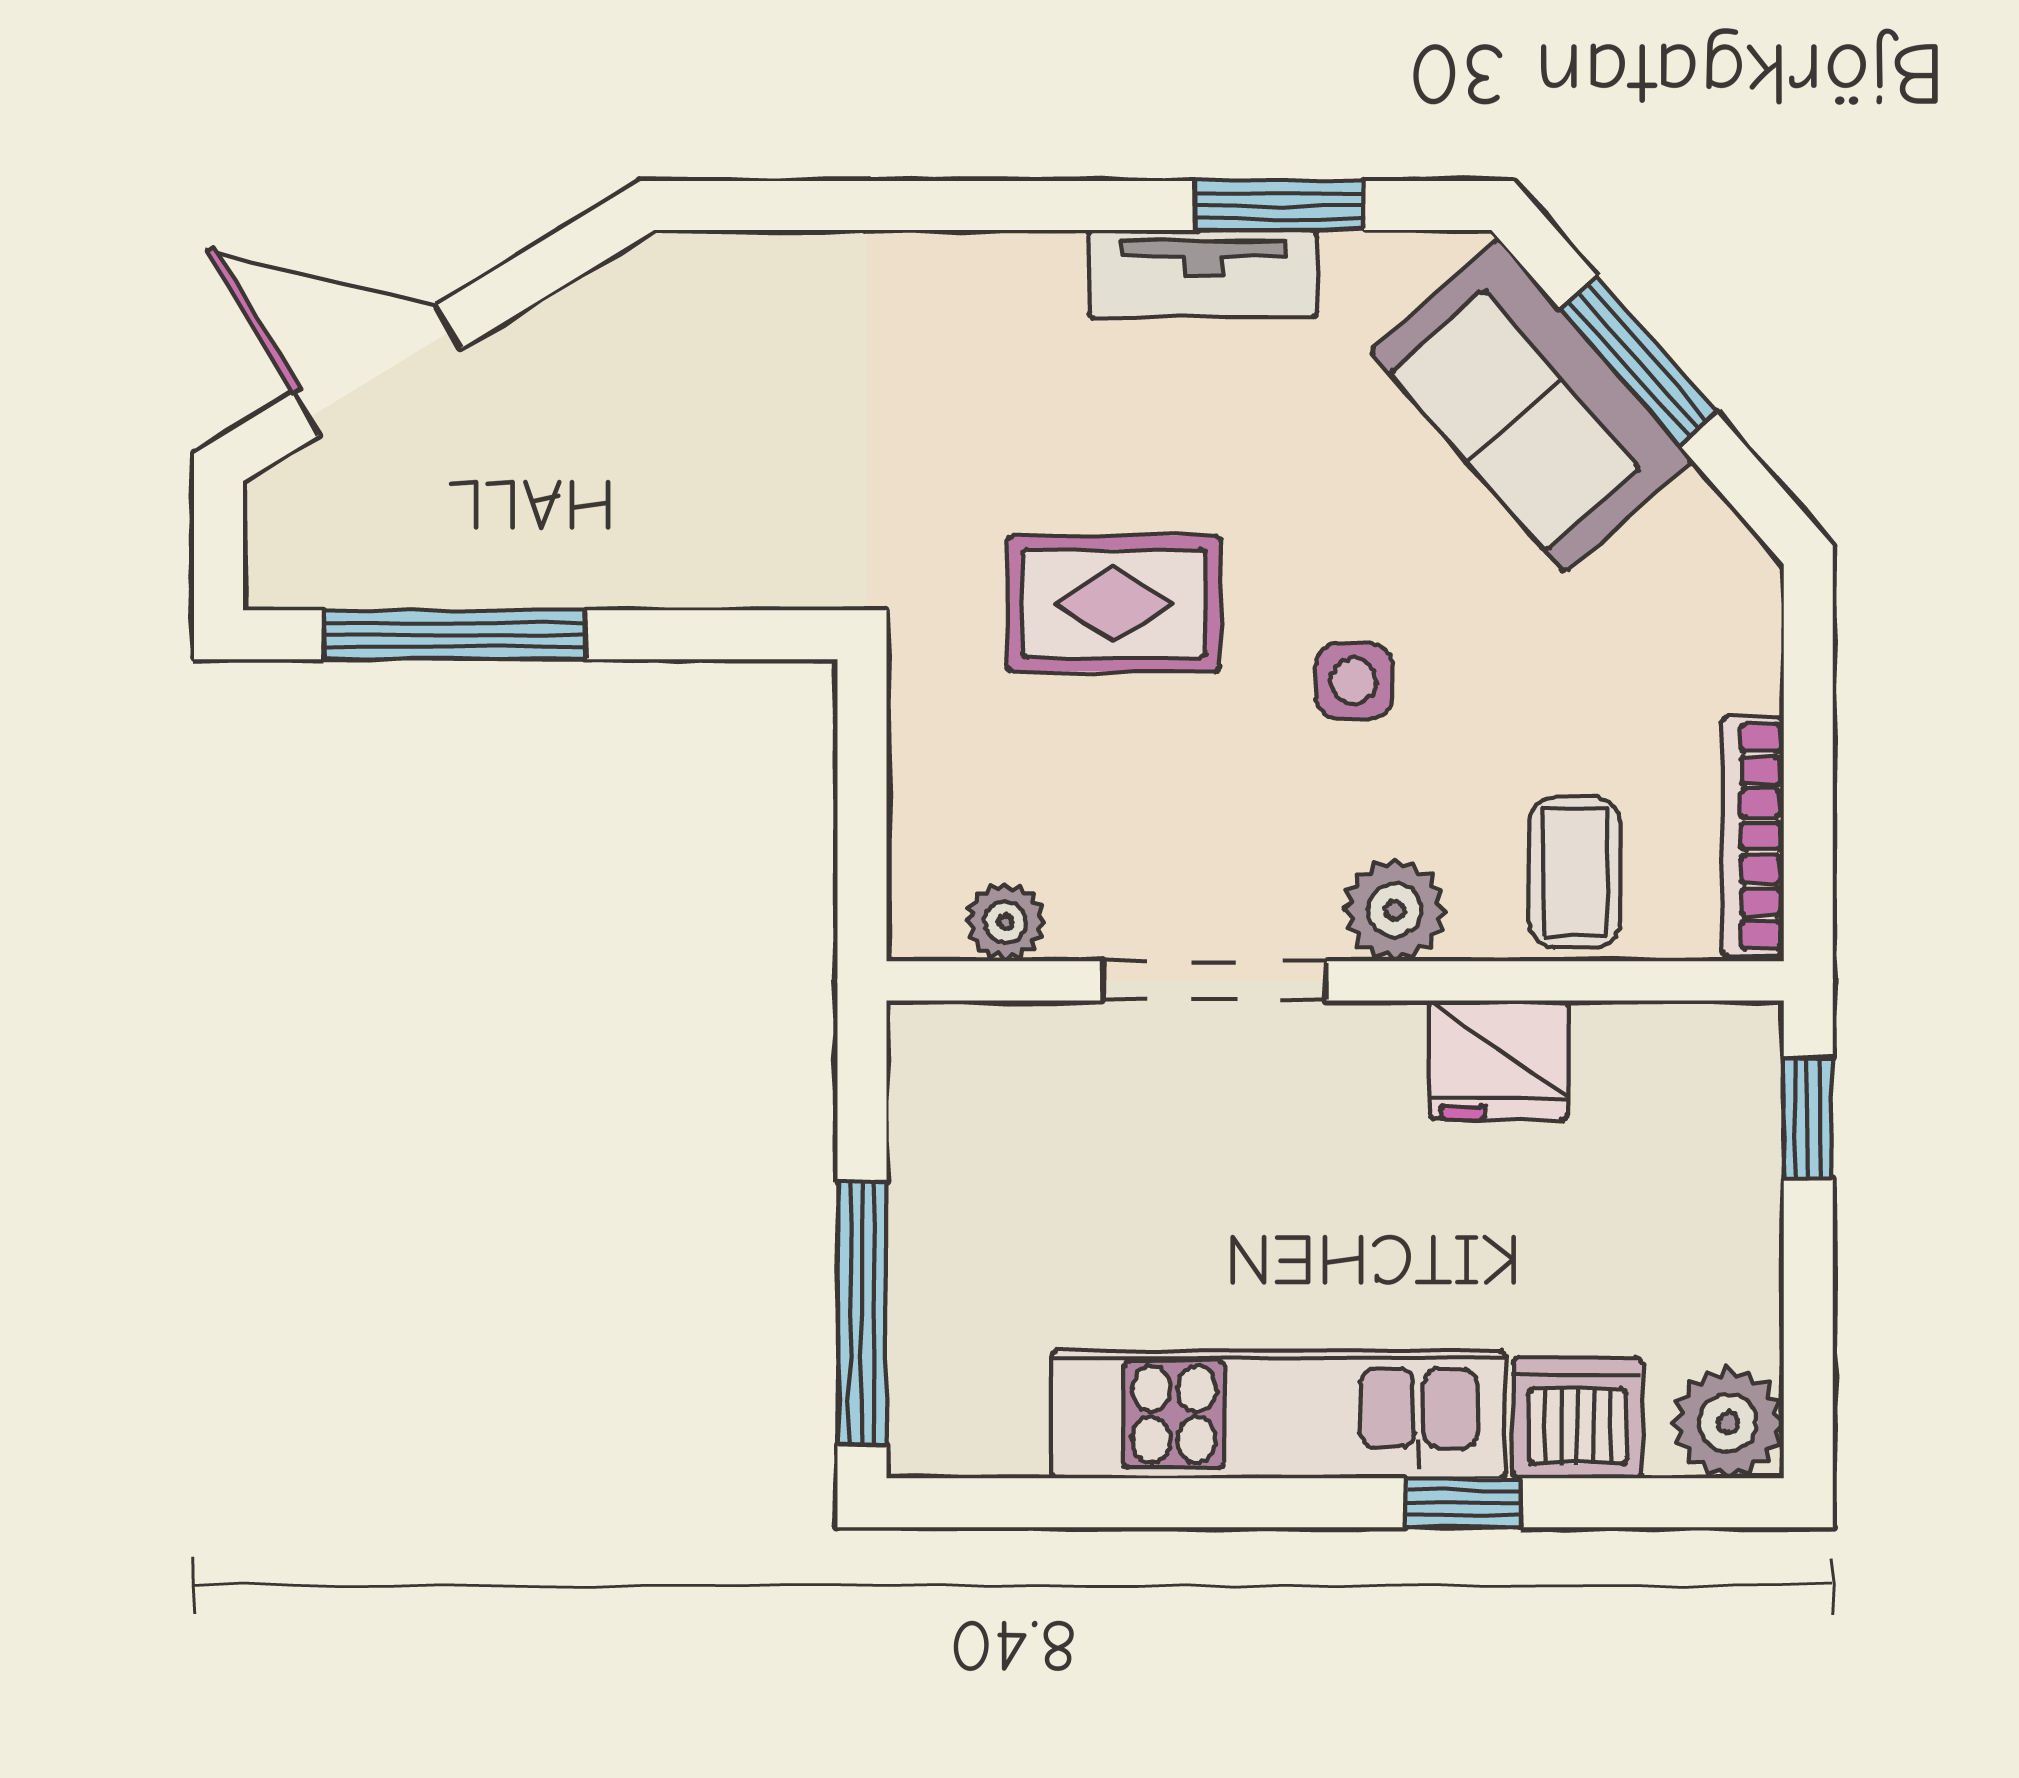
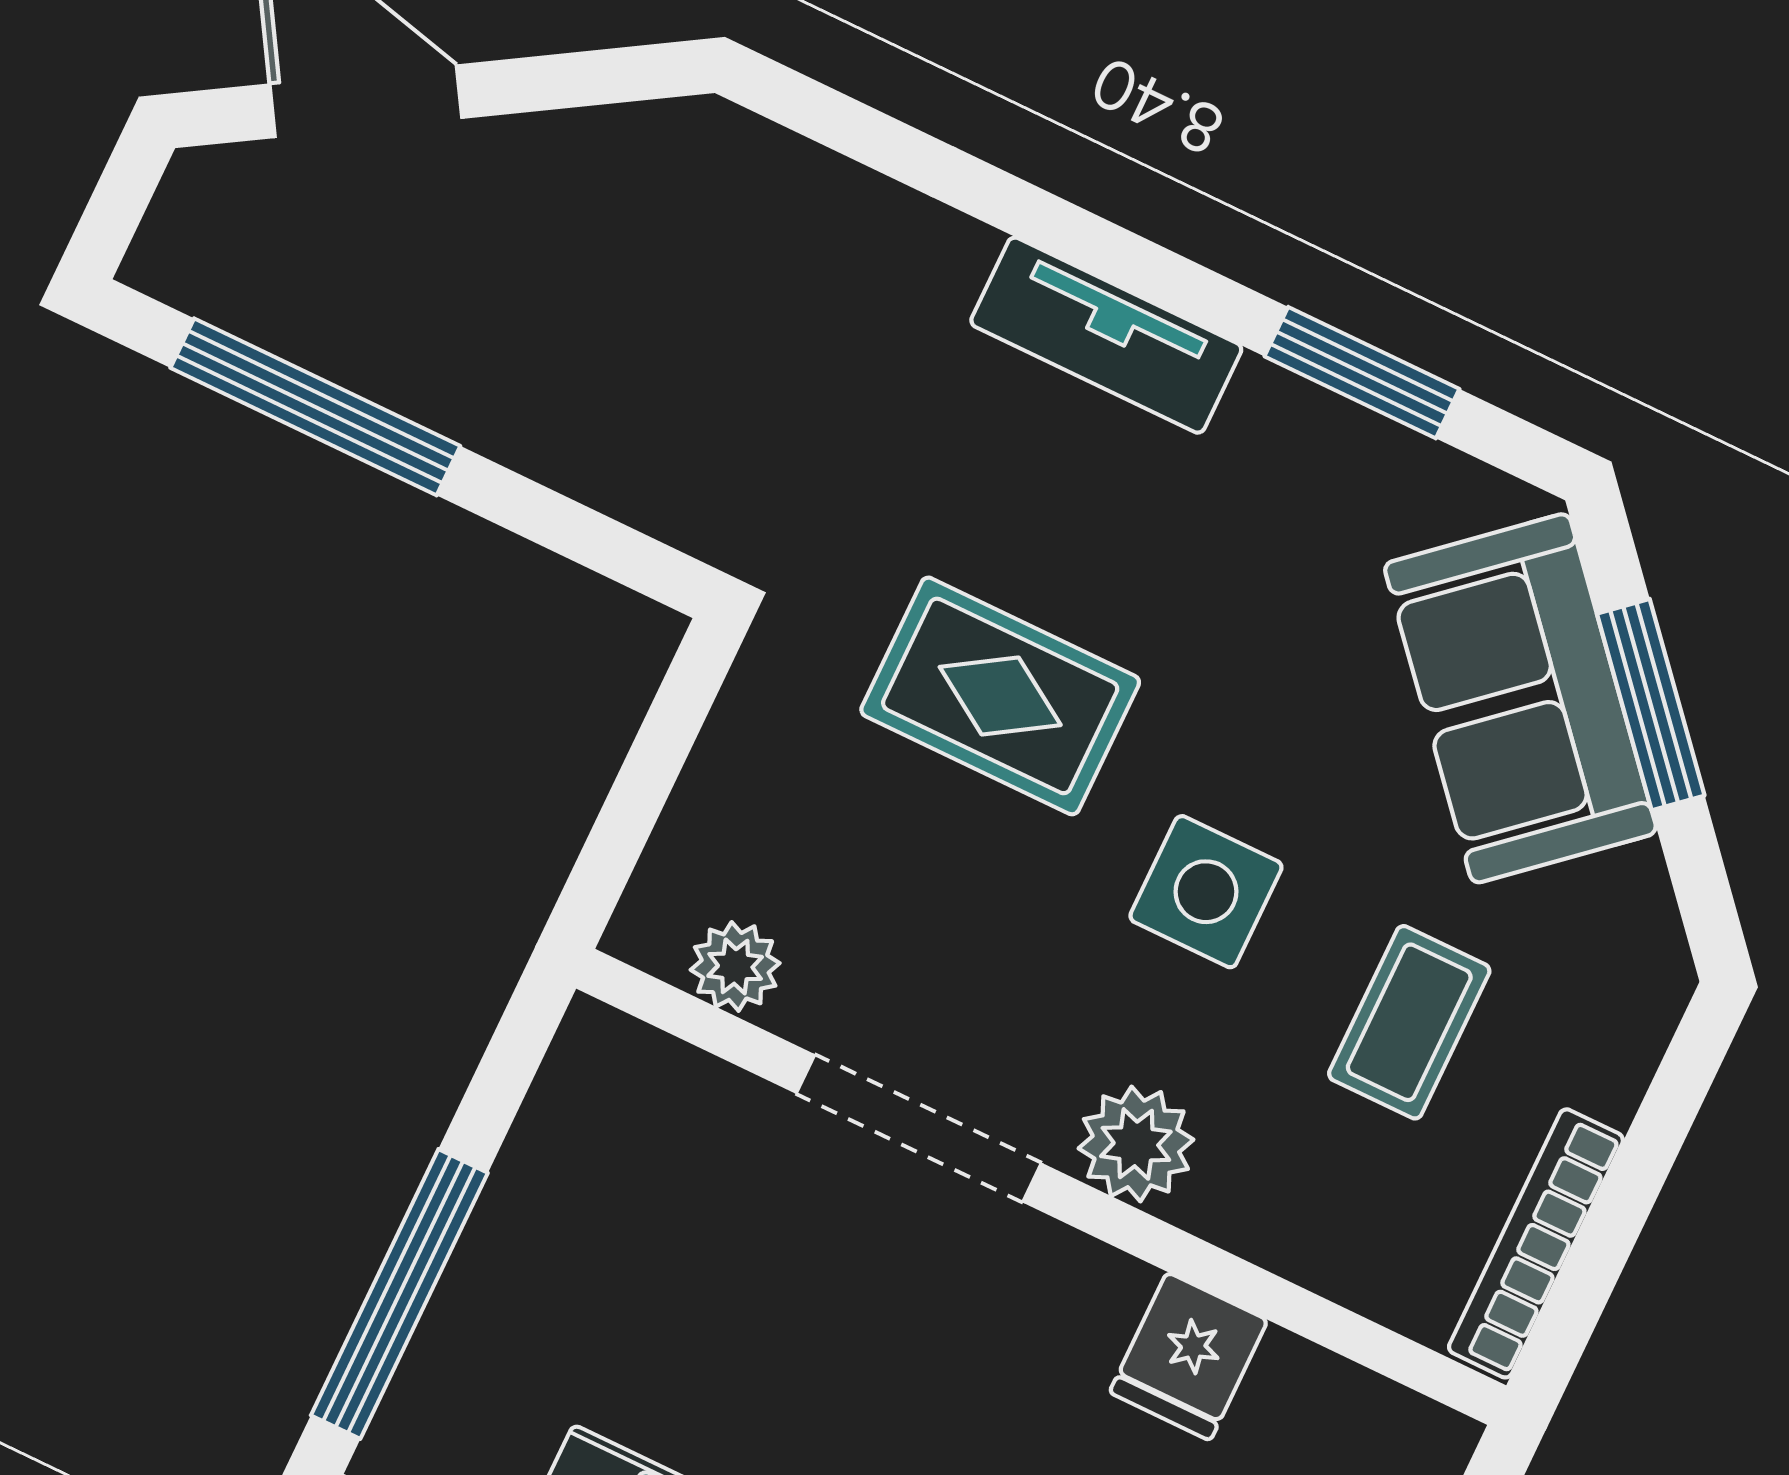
tv unit: (1203, 274) -> (1106, 335), moved
side table: (1354, 681) -> (1206, 892), width x1.37, depth x1.37
coffee table: (1575, 872) -> (1409, 1022), moved
fridge: (1499, 1060) -> (1189, 1356), width x0.72

